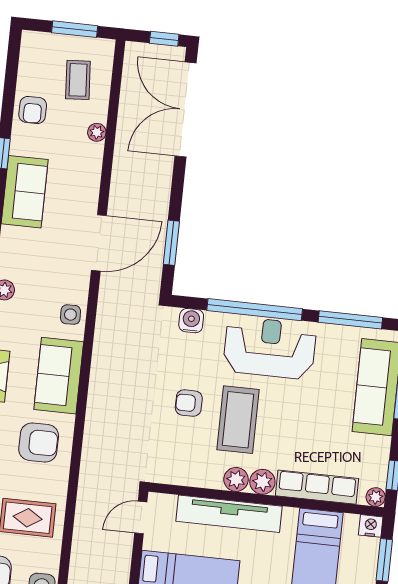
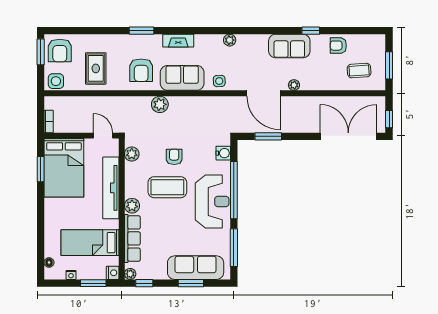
plant: (97, 132) -> (294, 85), moved
plant: (99, 417) -> (160, 104), added
plant: (236, 479) -> (132, 154), moved

